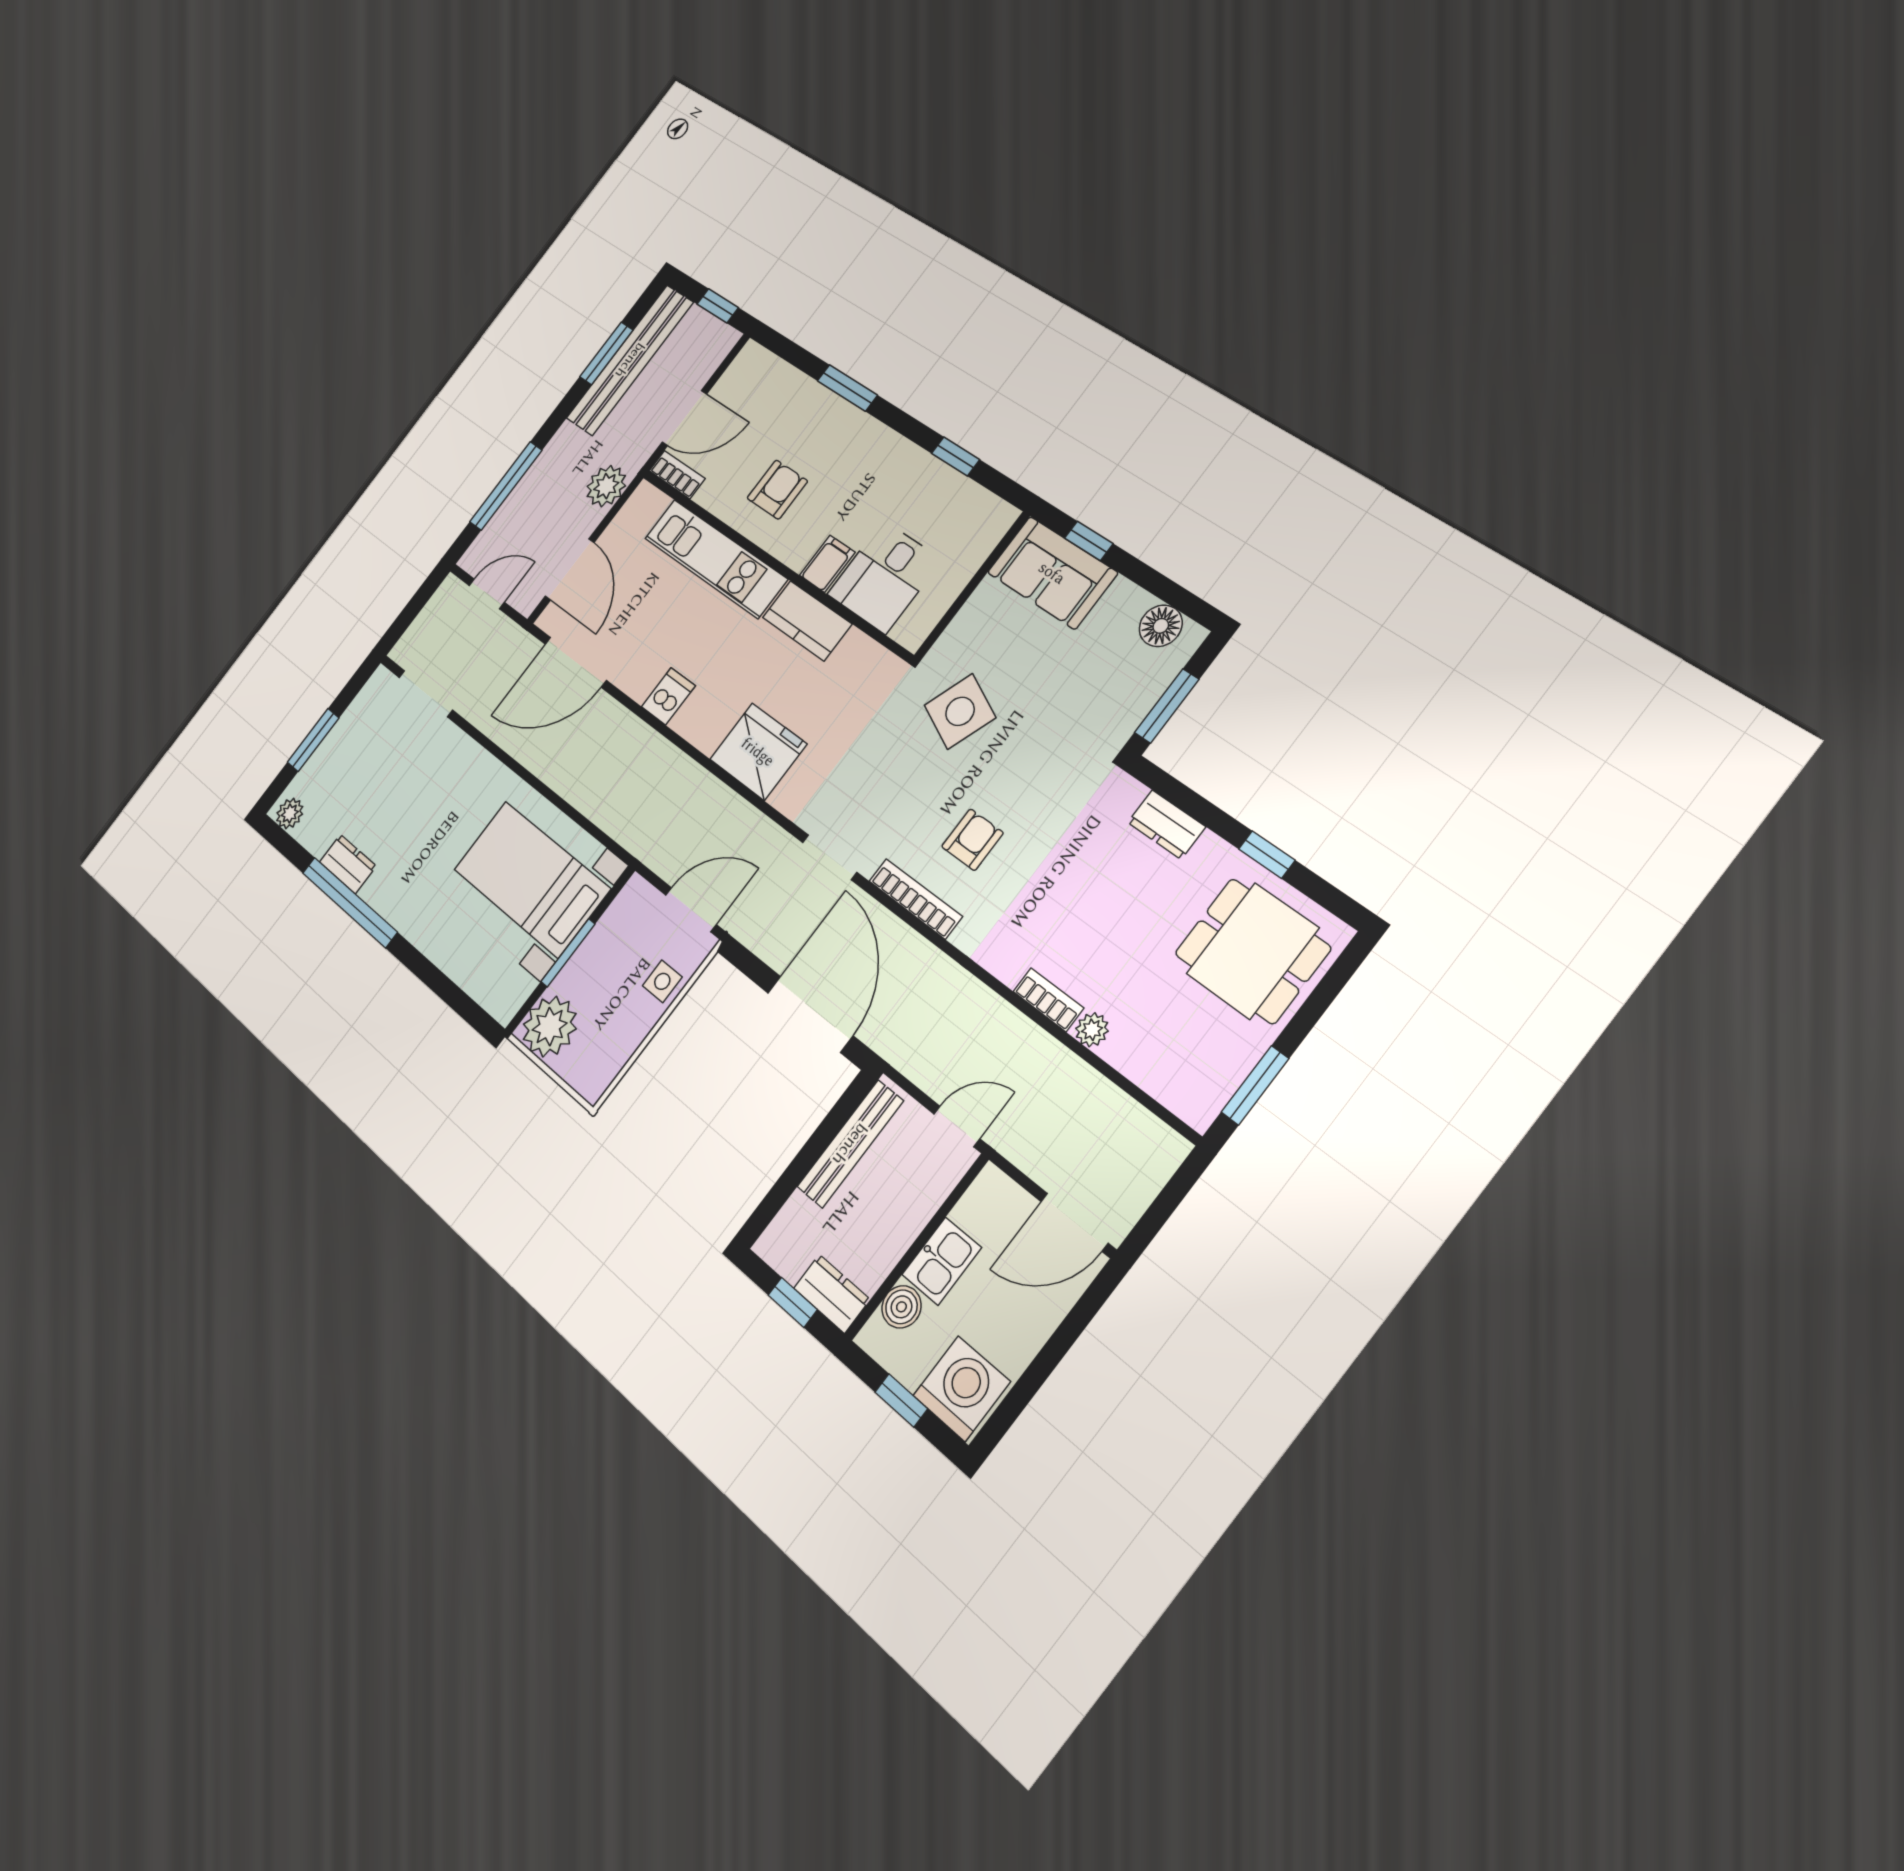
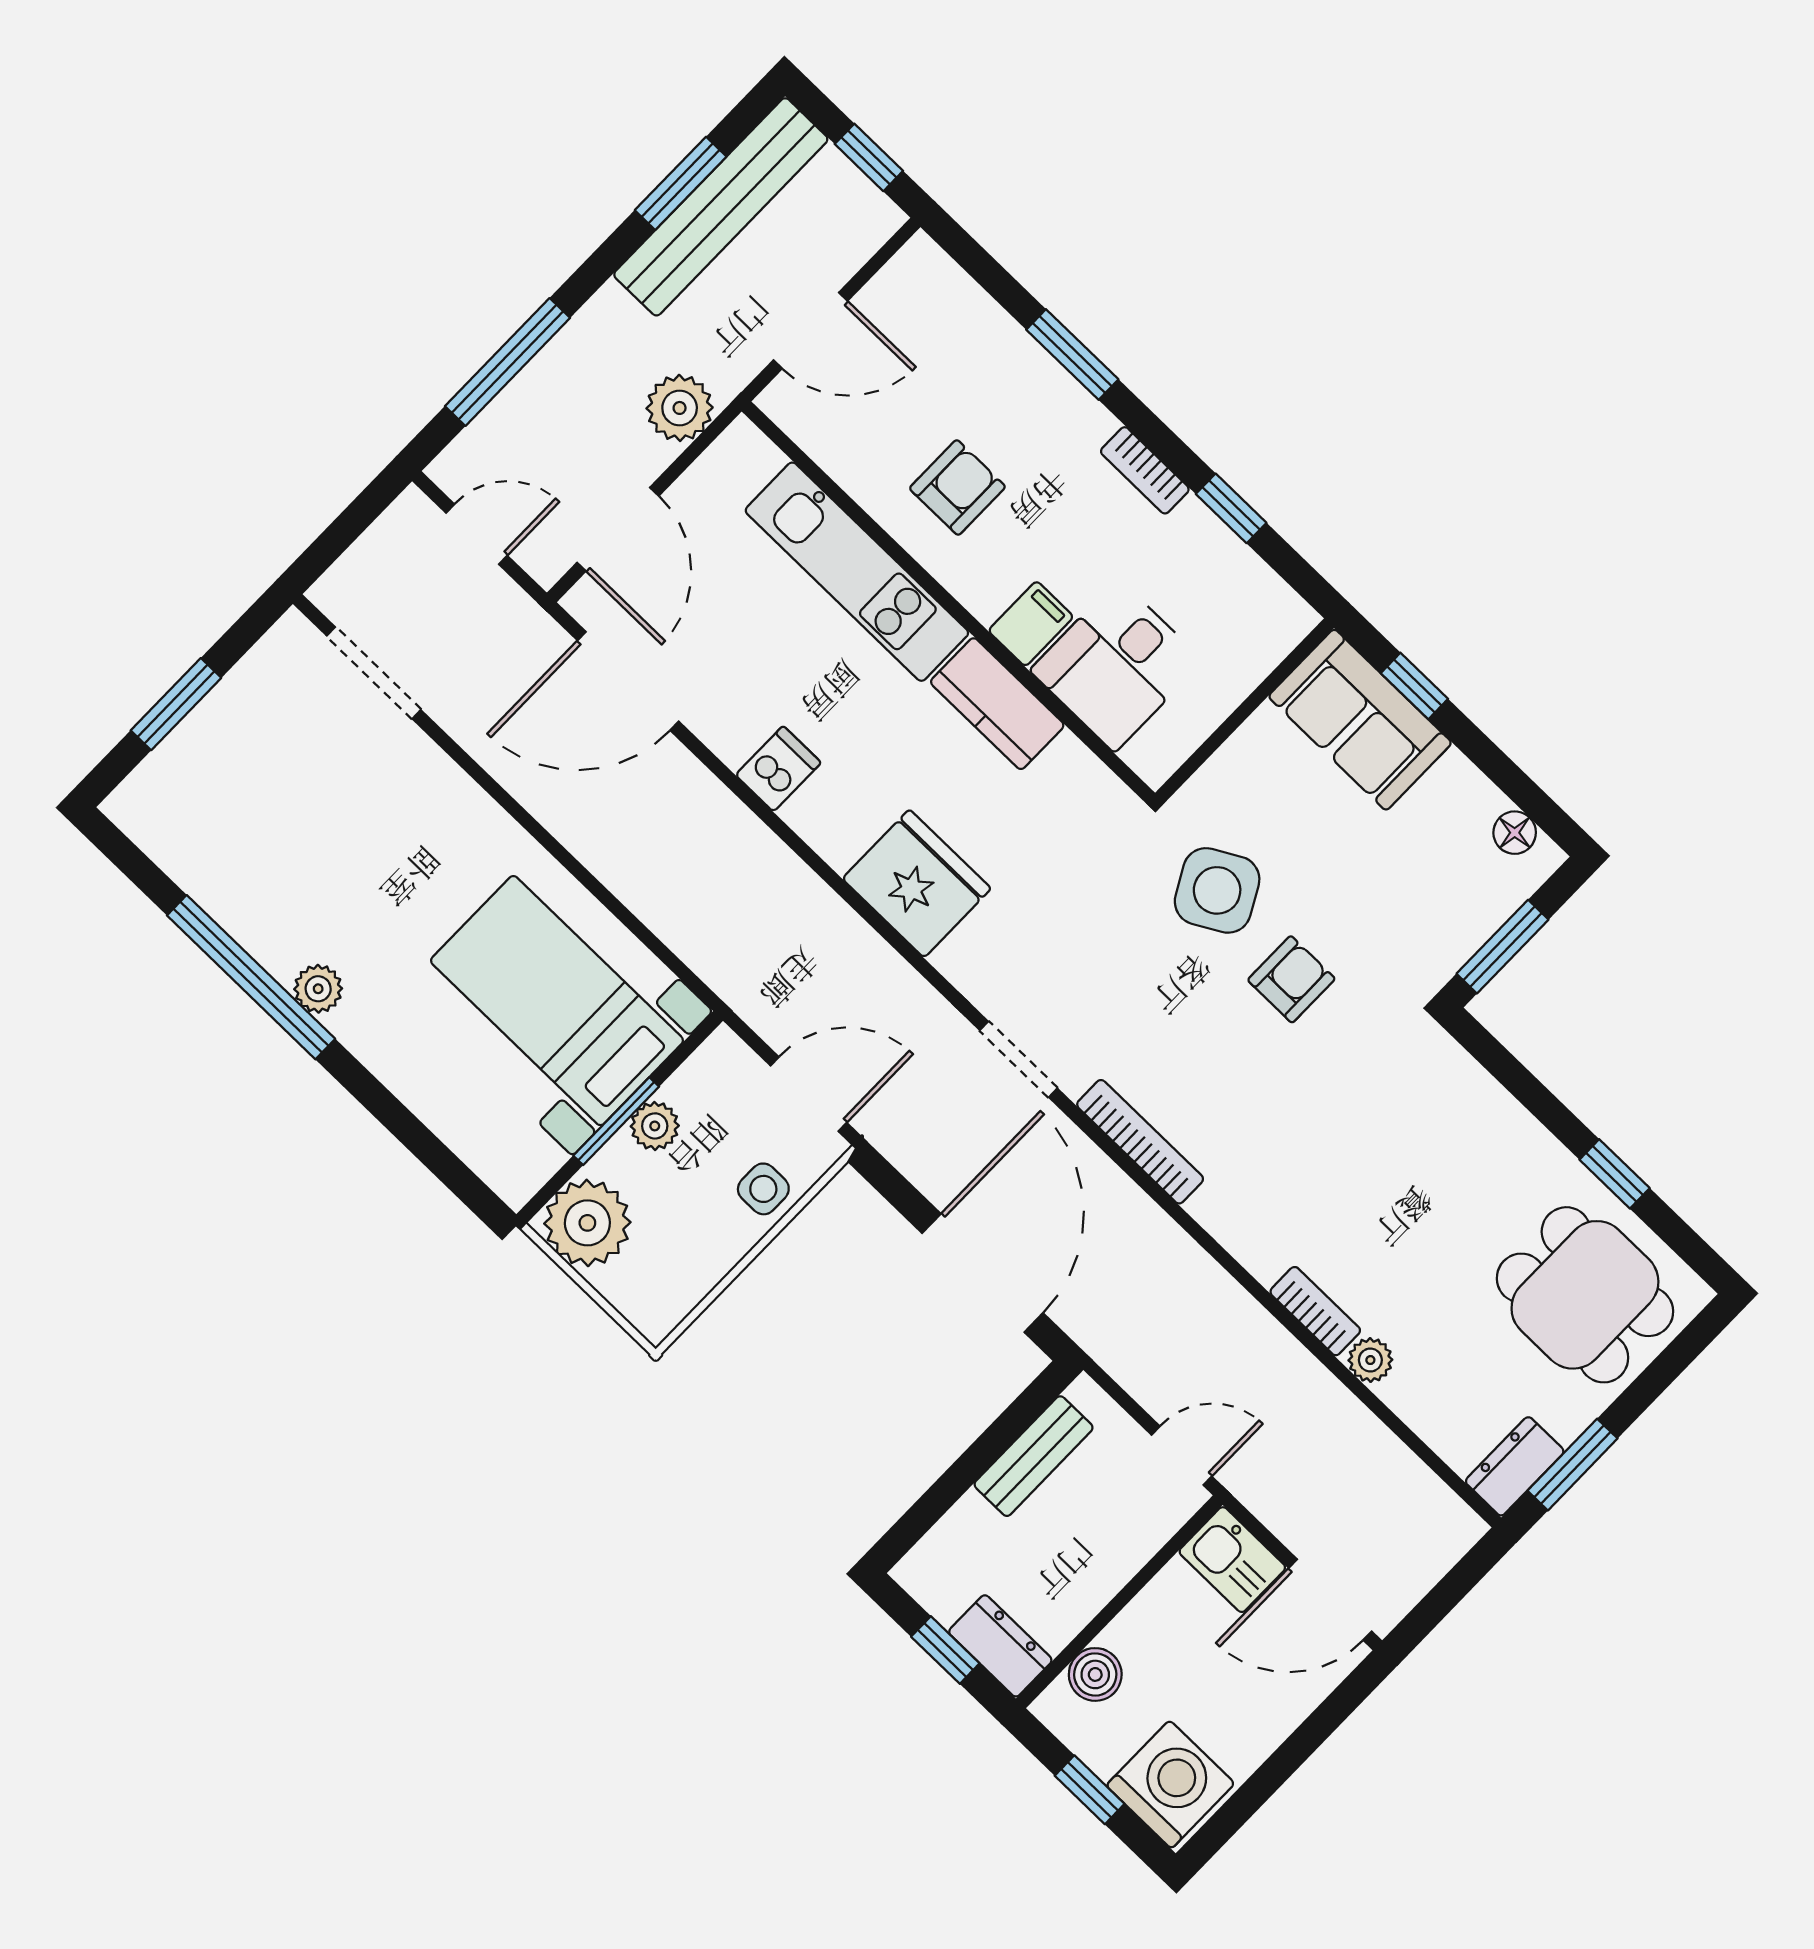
bookcase: (677, 475) -> (1145, 470), moved, turned 180
floor lamp: (1161, 626) -> (1515, 833), width x0.73, depth x0.73
side table: (960, 711) -> (1217, 890), turned 38
plant: (290, 813) -> (318, 989), moved
dresser: (1167, 825) -> (1515, 1466), moved, turned 90
armchair: (972, 840) -> (1291, 979), moved
dresser: (348, 864) -> (246, 917), removed
plant: (592, 951) -> (655, 1126), added
bench: (850, 1144) -> (1034, 1456), width x0.73
kitchen sink: (942, 1261) -> (1232, 1560), moved, turned 90

